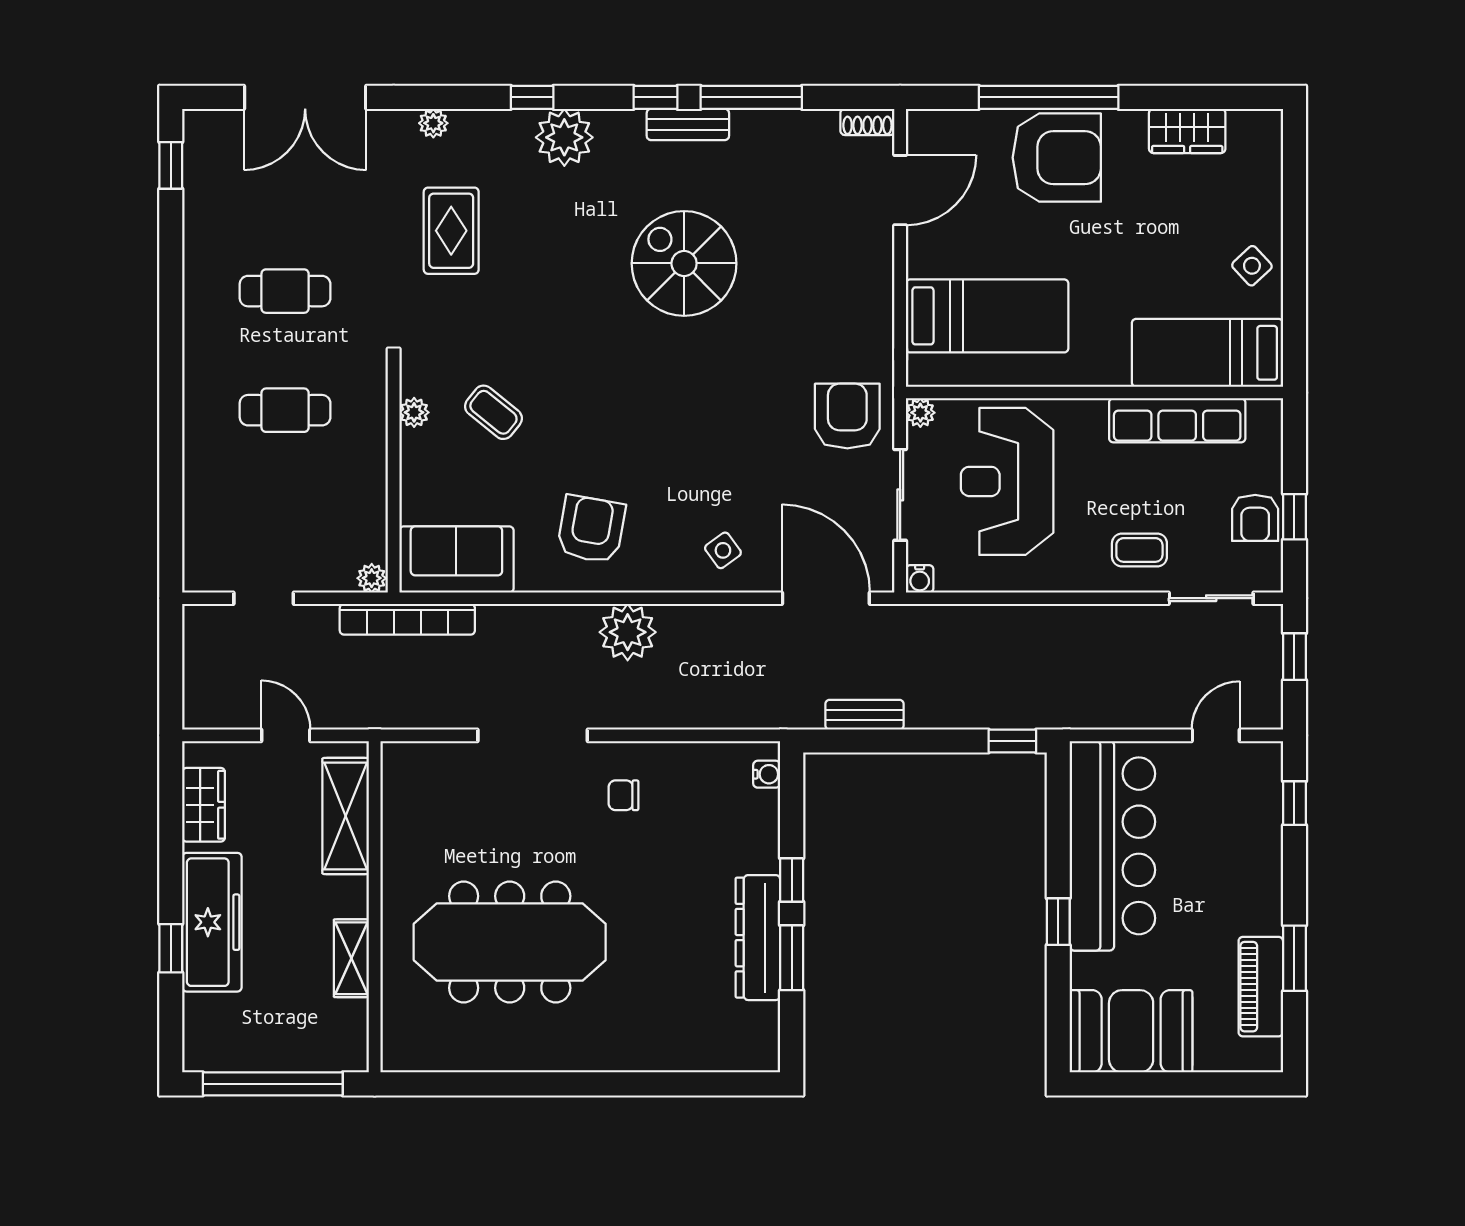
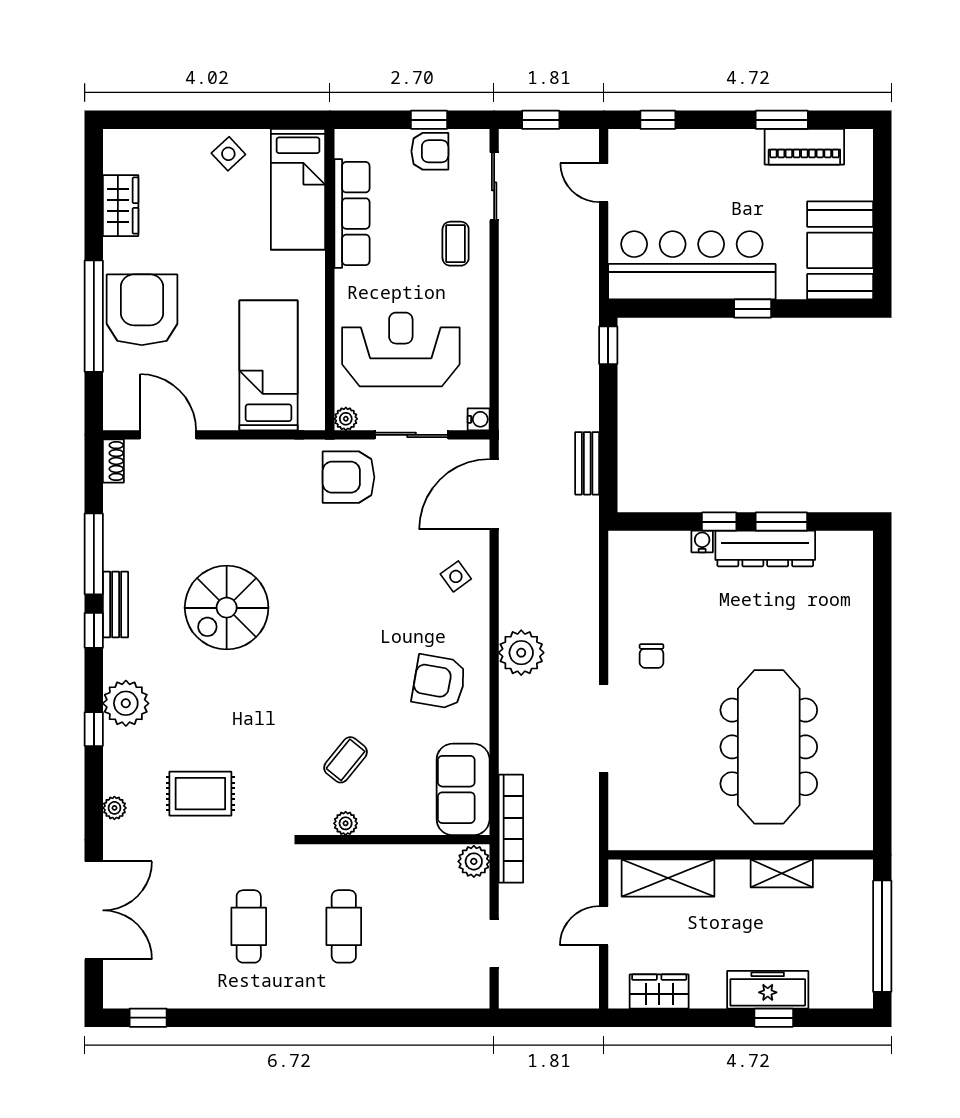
reception desk: (1007, 481) -> (401, 349), turned 180
plant: (372, 578) -> (474, 861), width x1.38, depth x1.38
water cooler: (767, 774) -> (702, 541), moved
freezer: (212, 922) -> (768, 990), width x0.73, depth x0.79

